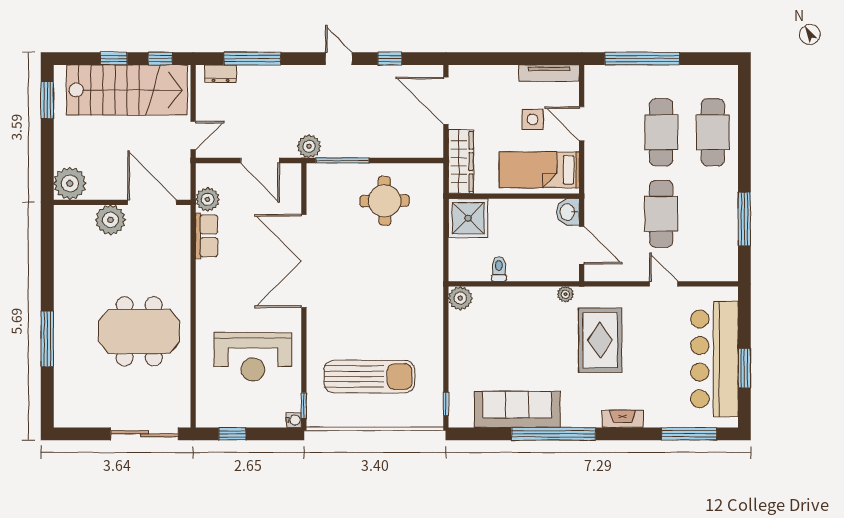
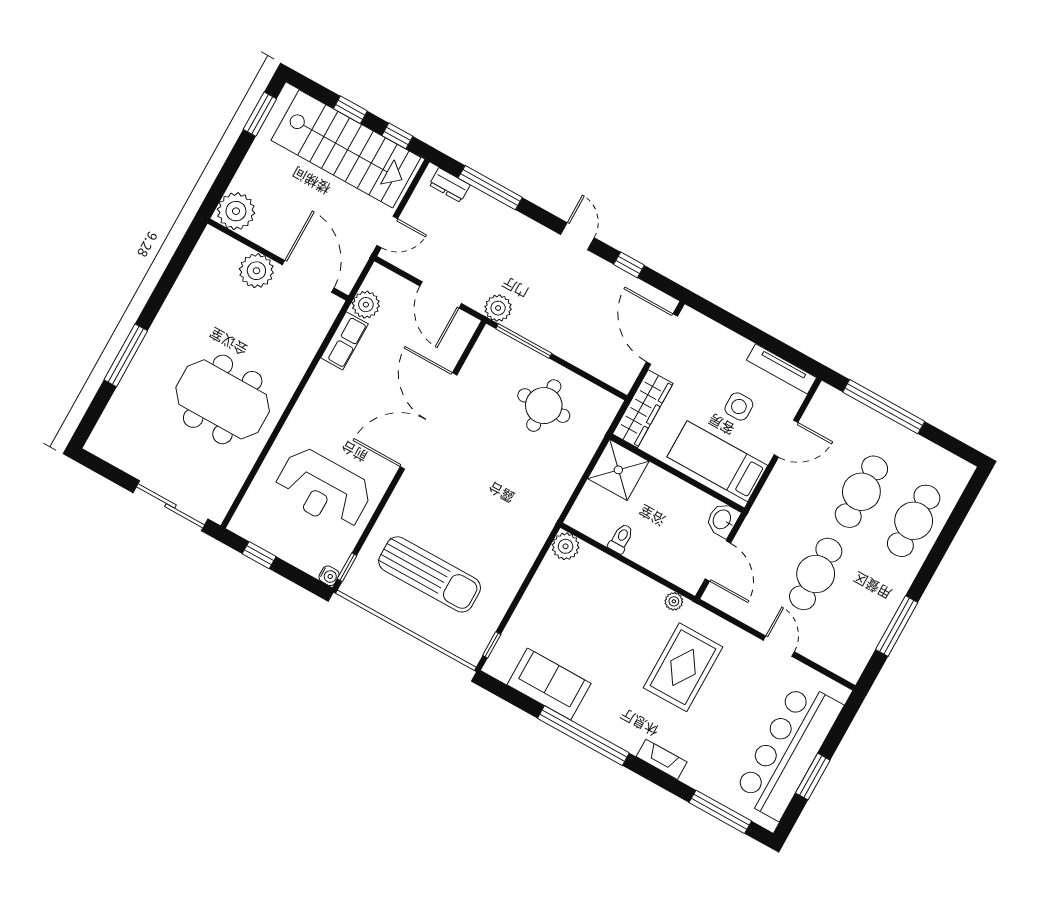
door: (582, 124) -> (786, 439), swing flipped
sofa: (517, 409) -> (549, 684), width x0.73

